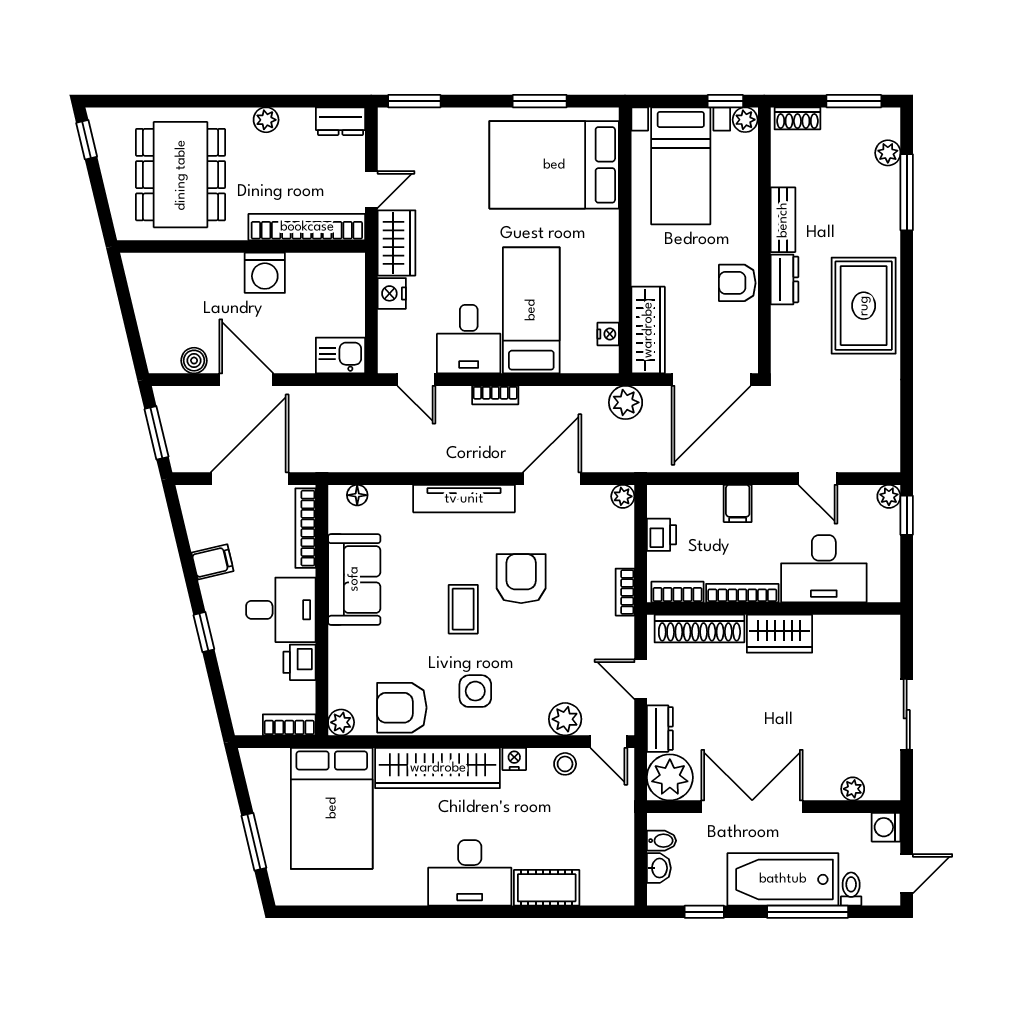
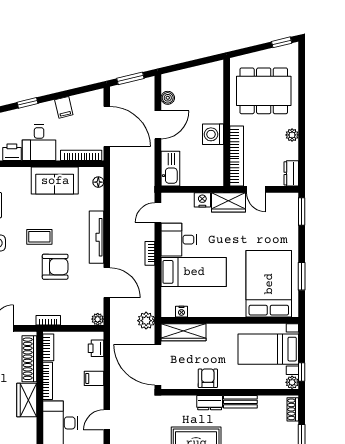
kitchen sink: (340, 355) -> (170, 169), width x1.38
printer: (661, 535) -> (96, 348), moved, turned 90

